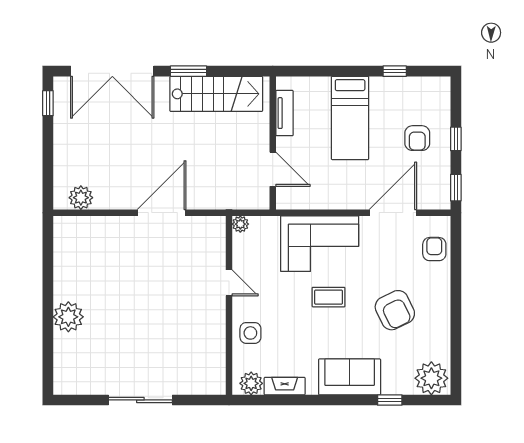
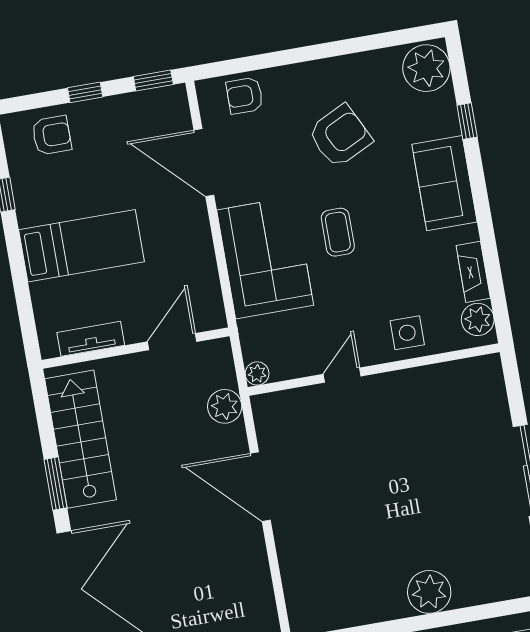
armchair: (417, 138) -> (52, 135), moved
plant: (81, 198) -> (225, 406), moved

